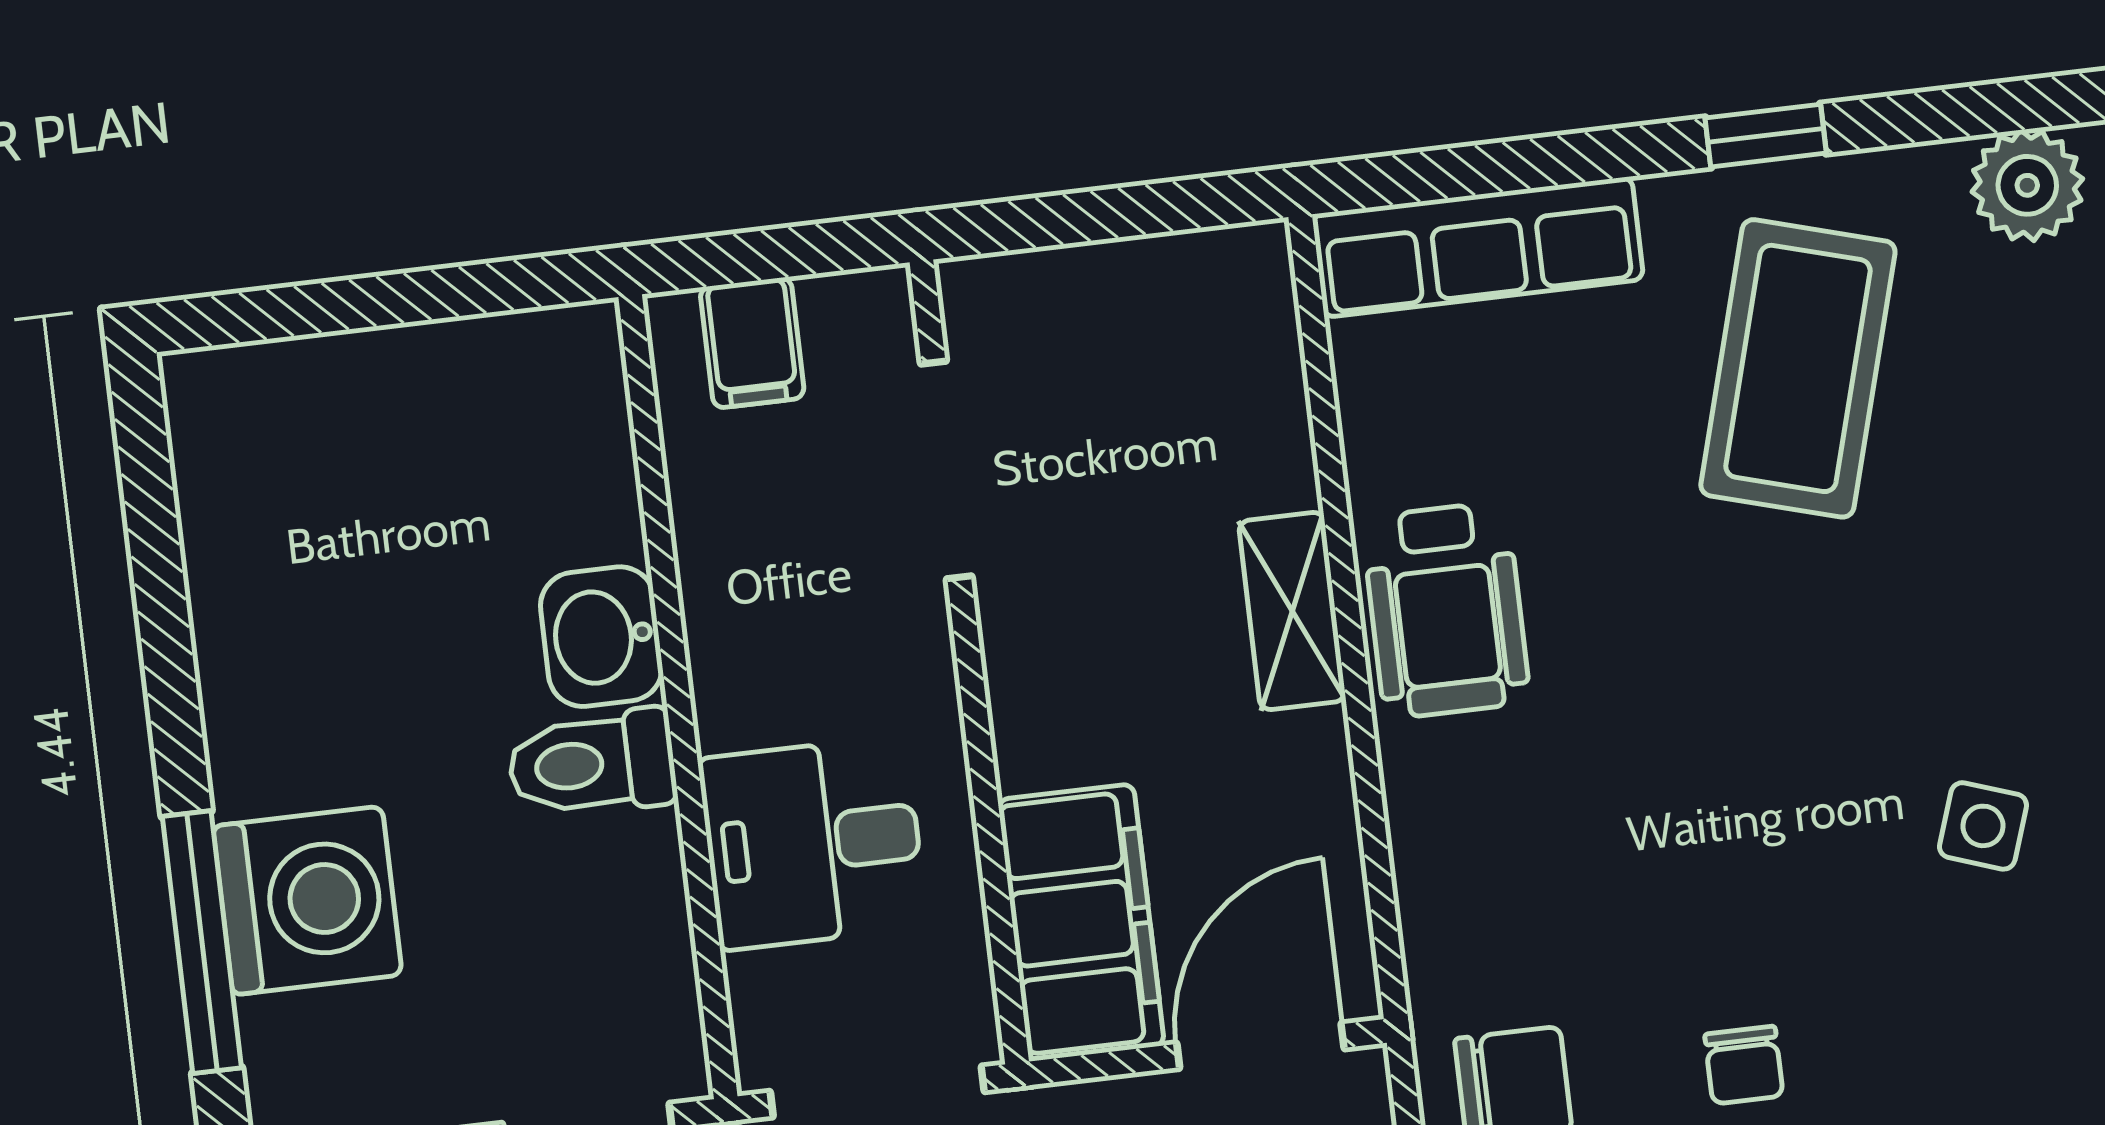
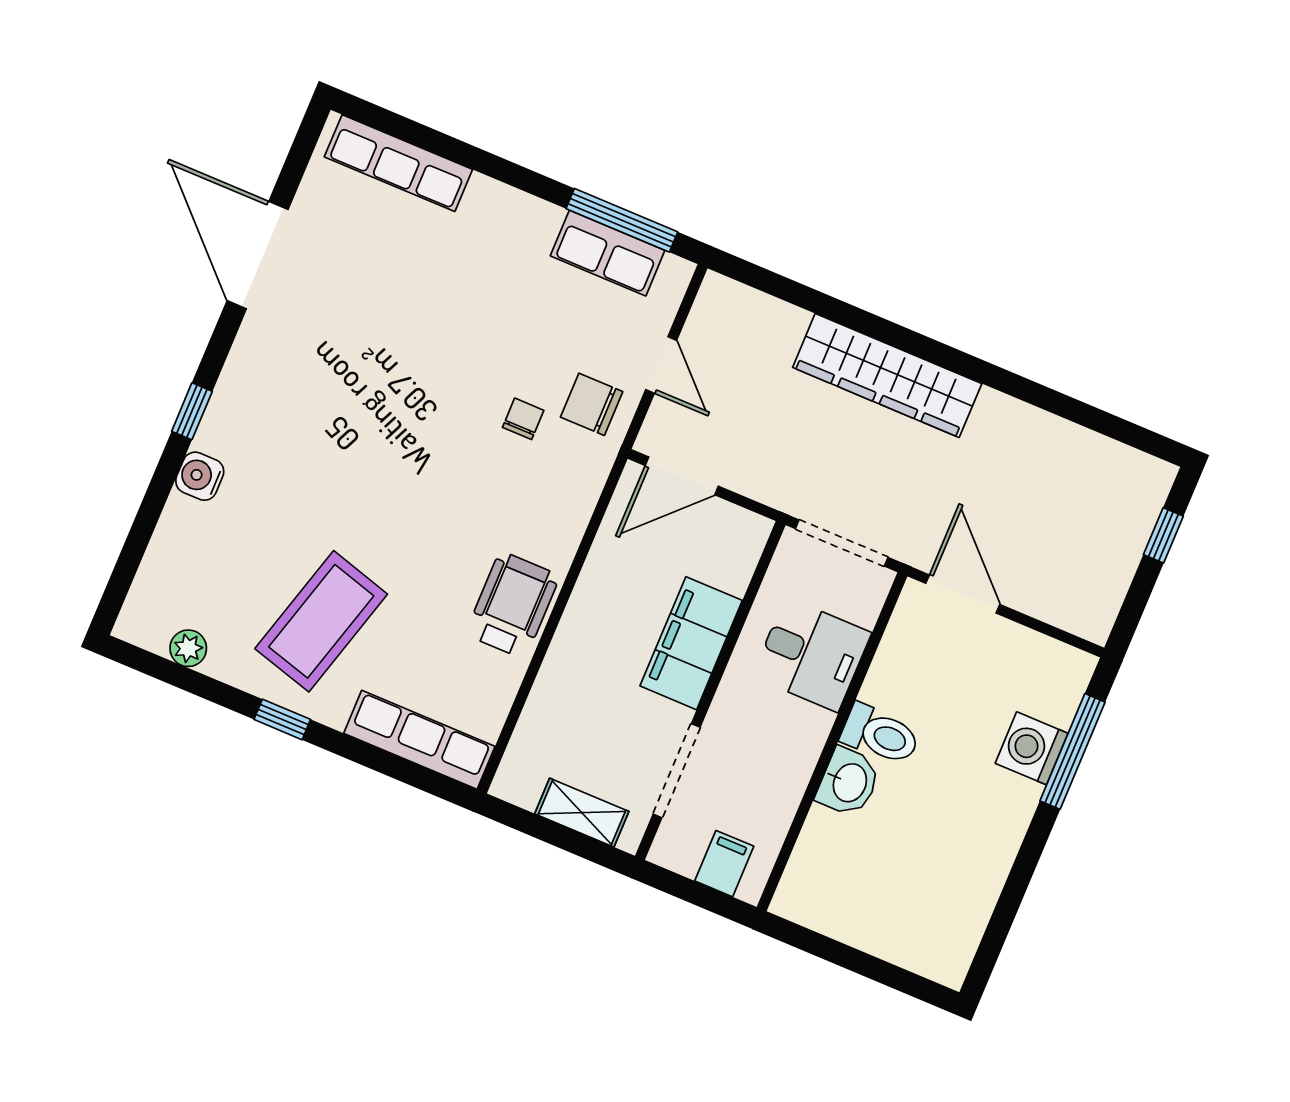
plant: (2027, 185) -> (188, 648), width x0.73, depth x0.73
shelving: (1292, 611) -> (582, 813), moved, turned 90
side table: (1983, 826) -> (350, 401), removed
washing machine: (307, 900) -> (1032, 748), width x0.73, depth x0.73
filing cabinet: (1081, 923) -> (691, 643), moved
chair: (1744, 1065) -> (523, 419), moved

